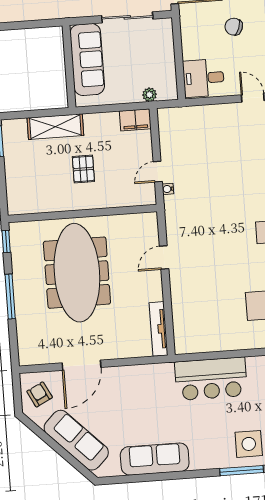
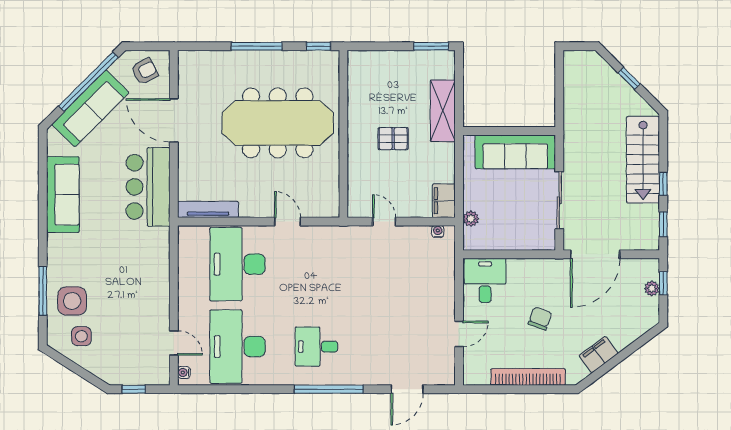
water cooler: (168, 189) -> (438, 232), moved
desk: (205, 299) -> (238, 264), added
bar counter: (211, 379) -> (148, 187), moved
window: (53, 444) -> (88, 82), added

